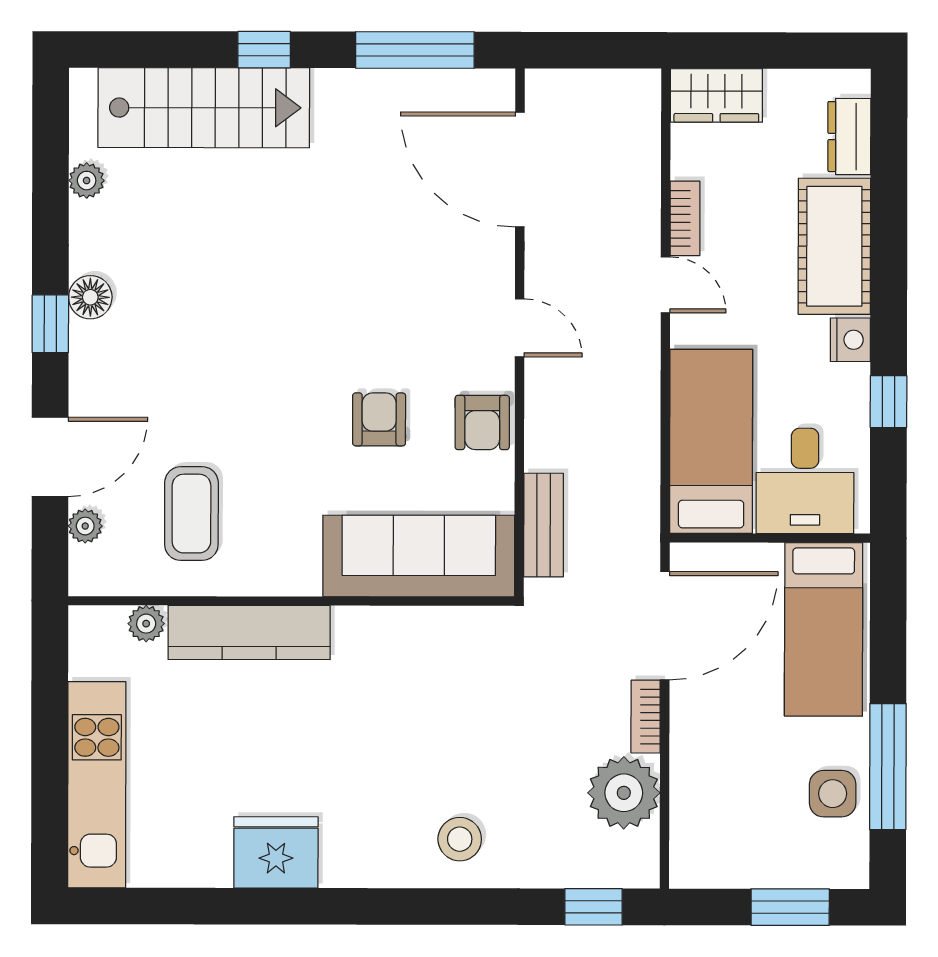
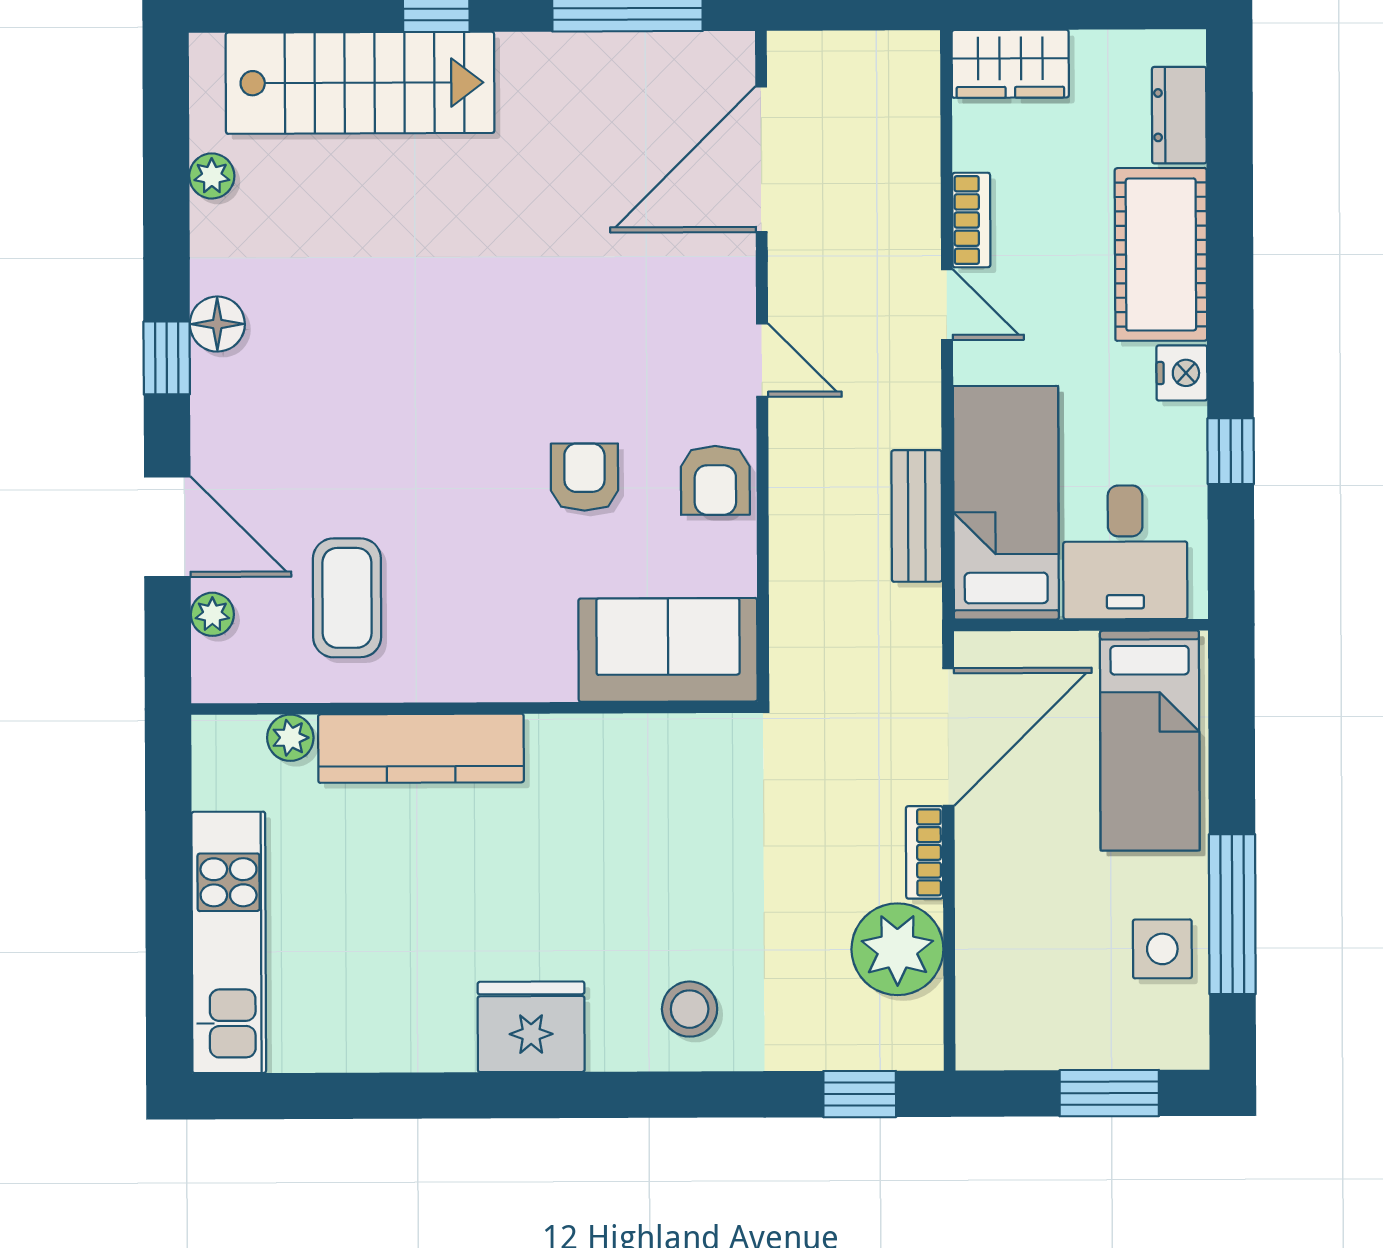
door: (520, 170) -> (761, 159), hinge flipped
door: (50, 457) -> (167, 527), hinge flipped
bench: (544, 525) -> (917, 516), moved
sofa: (419, 556) -> (668, 650), width x0.73
fridge: (276, 852) -> (531, 1027), moved

